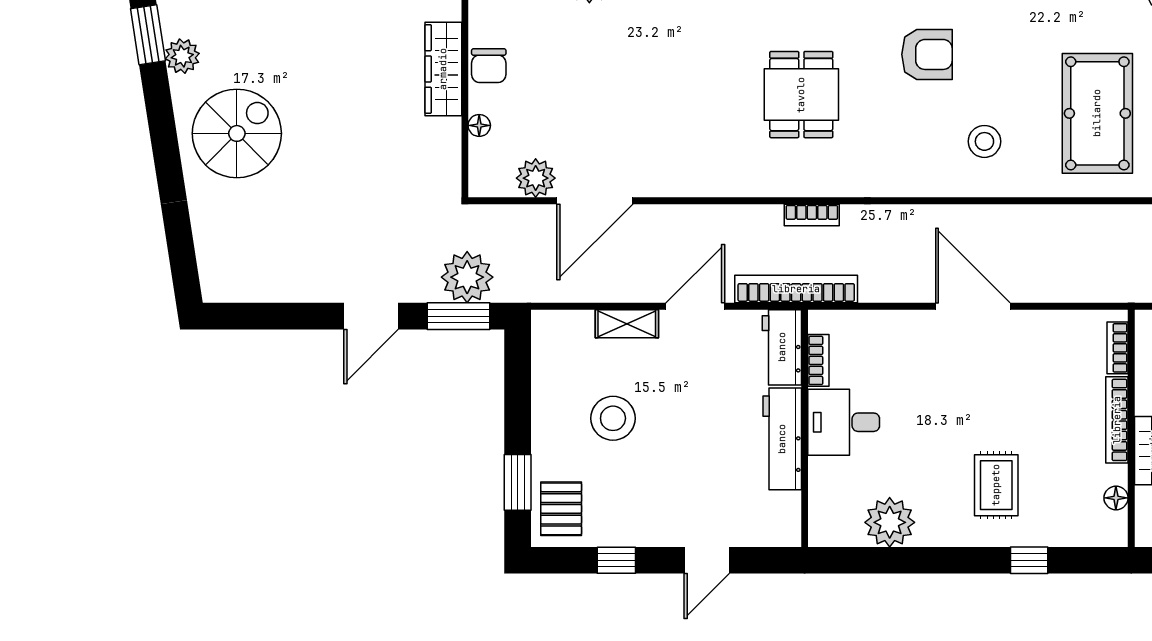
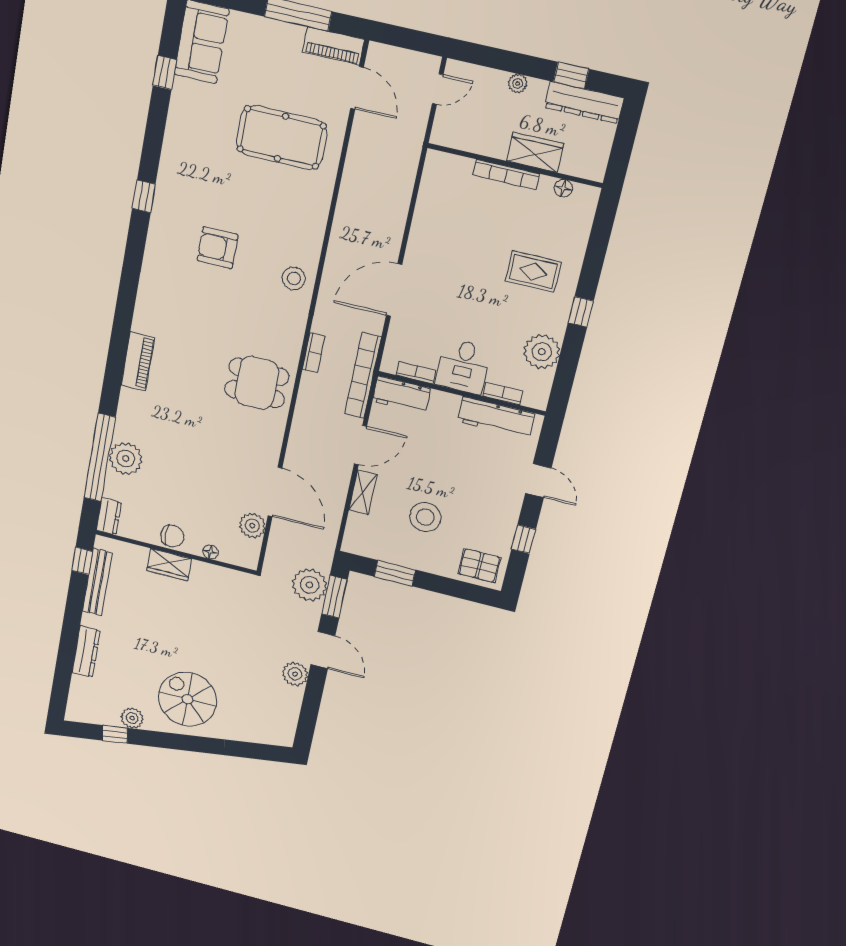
window: (148, 35) -> (115, 734), width x0.67
armchair: (927, 54) -> (217, 248), turned -90
wardrobe: (443, 69) -> (169, 565), width x0.67
dining table: (801, 95) -> (257, 383), moved
stool: (984, 141) -> (294, 278), moved
plant: (322, 284) -> (295, 674), added
door: (695, 306) -> (360, 445), swing flipped
door: (973, 306) -> (394, 290), moved
bookcase: (1117, 348) -> (503, 394), moved, turned 180
workbench: (782, 439) -> (496, 418), moved
window: (518, 482) -> (395, 573), moved
window: (1029, 560) -> (581, 312), moved

